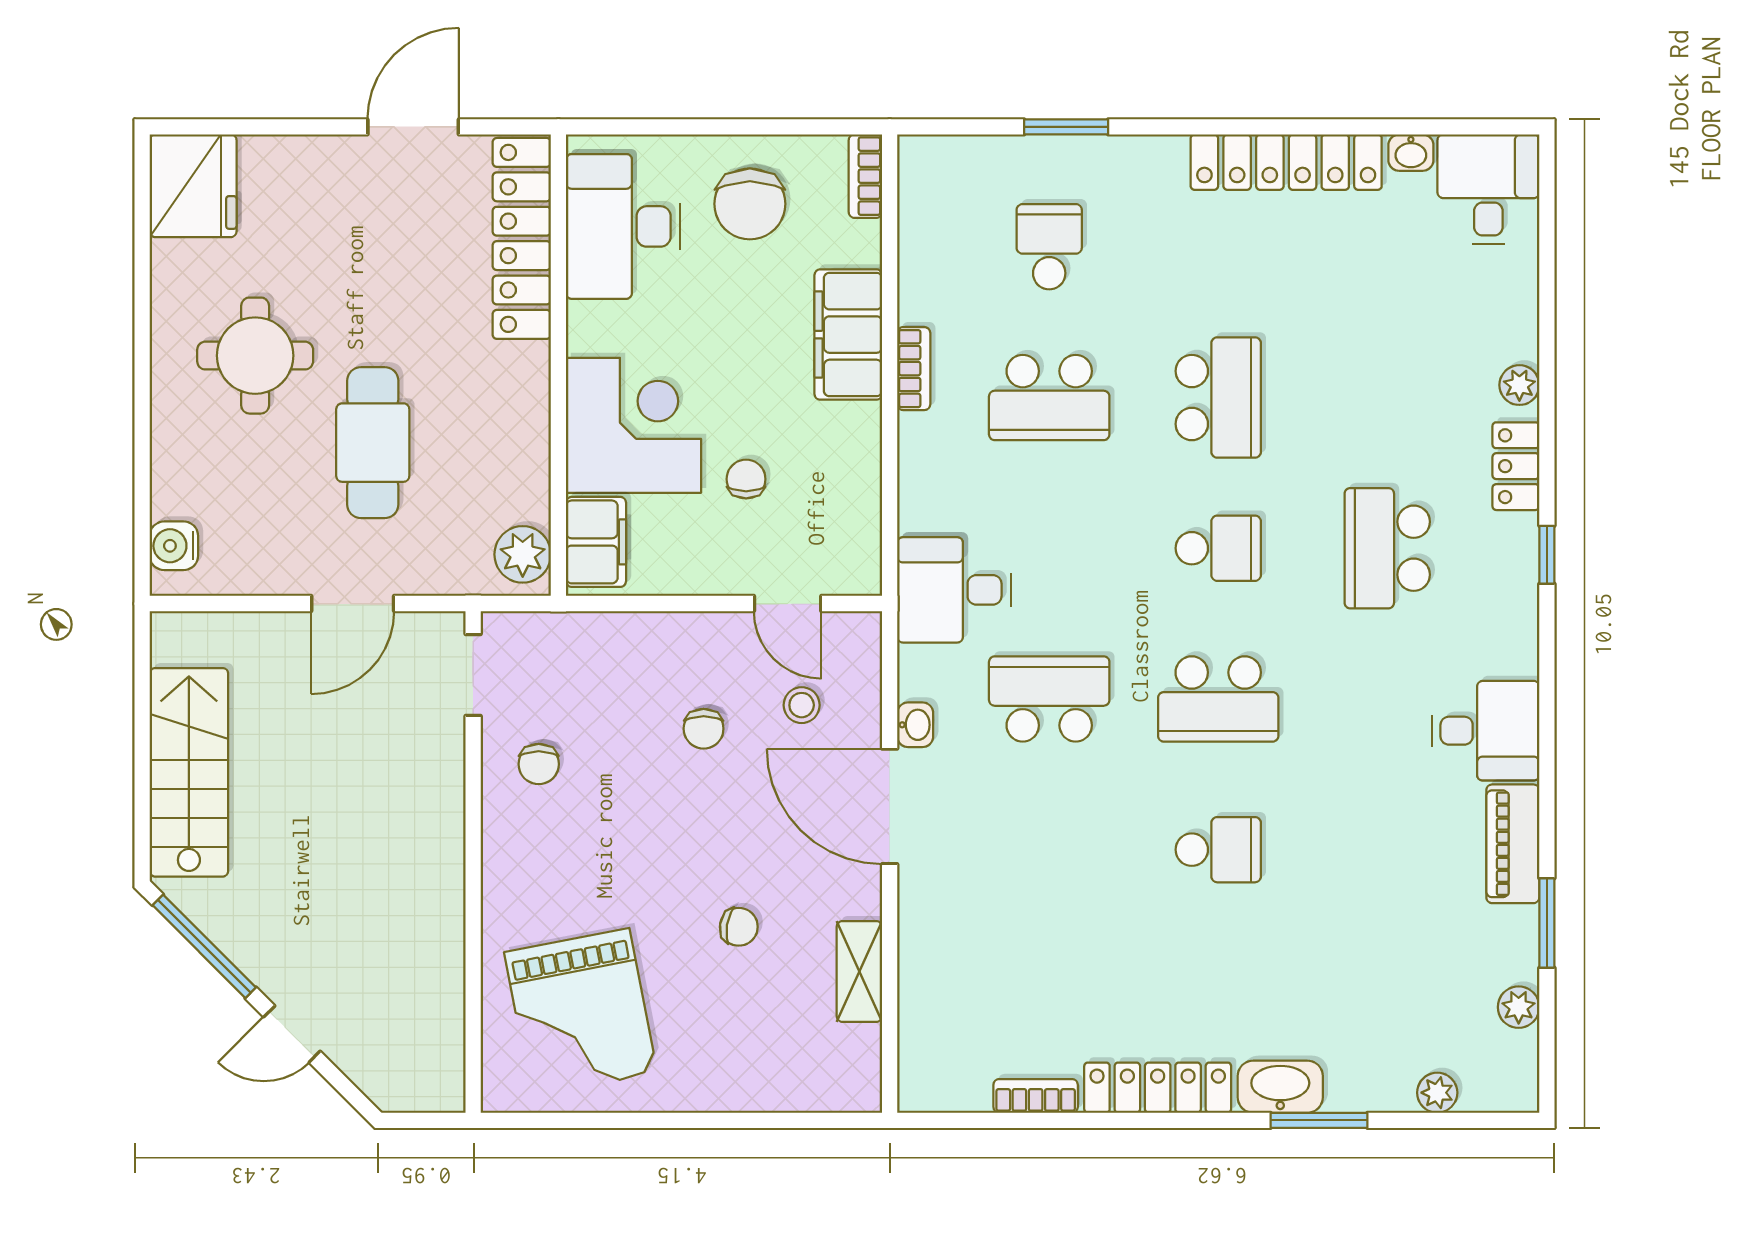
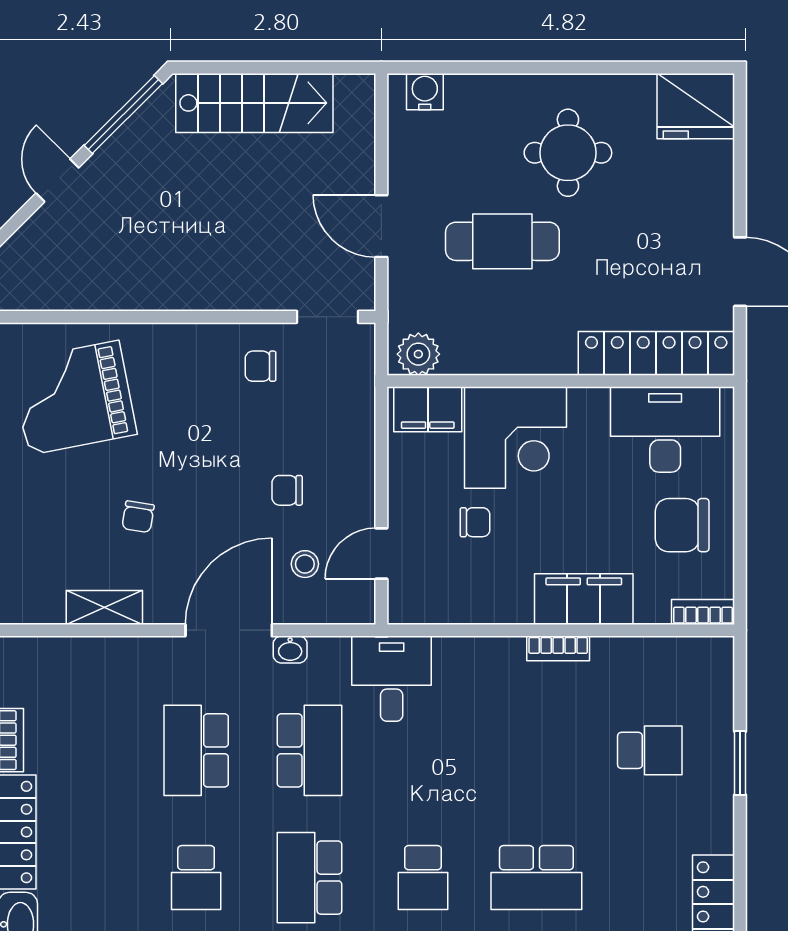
school desk: (1049, 398) -> (196, 750), moved

